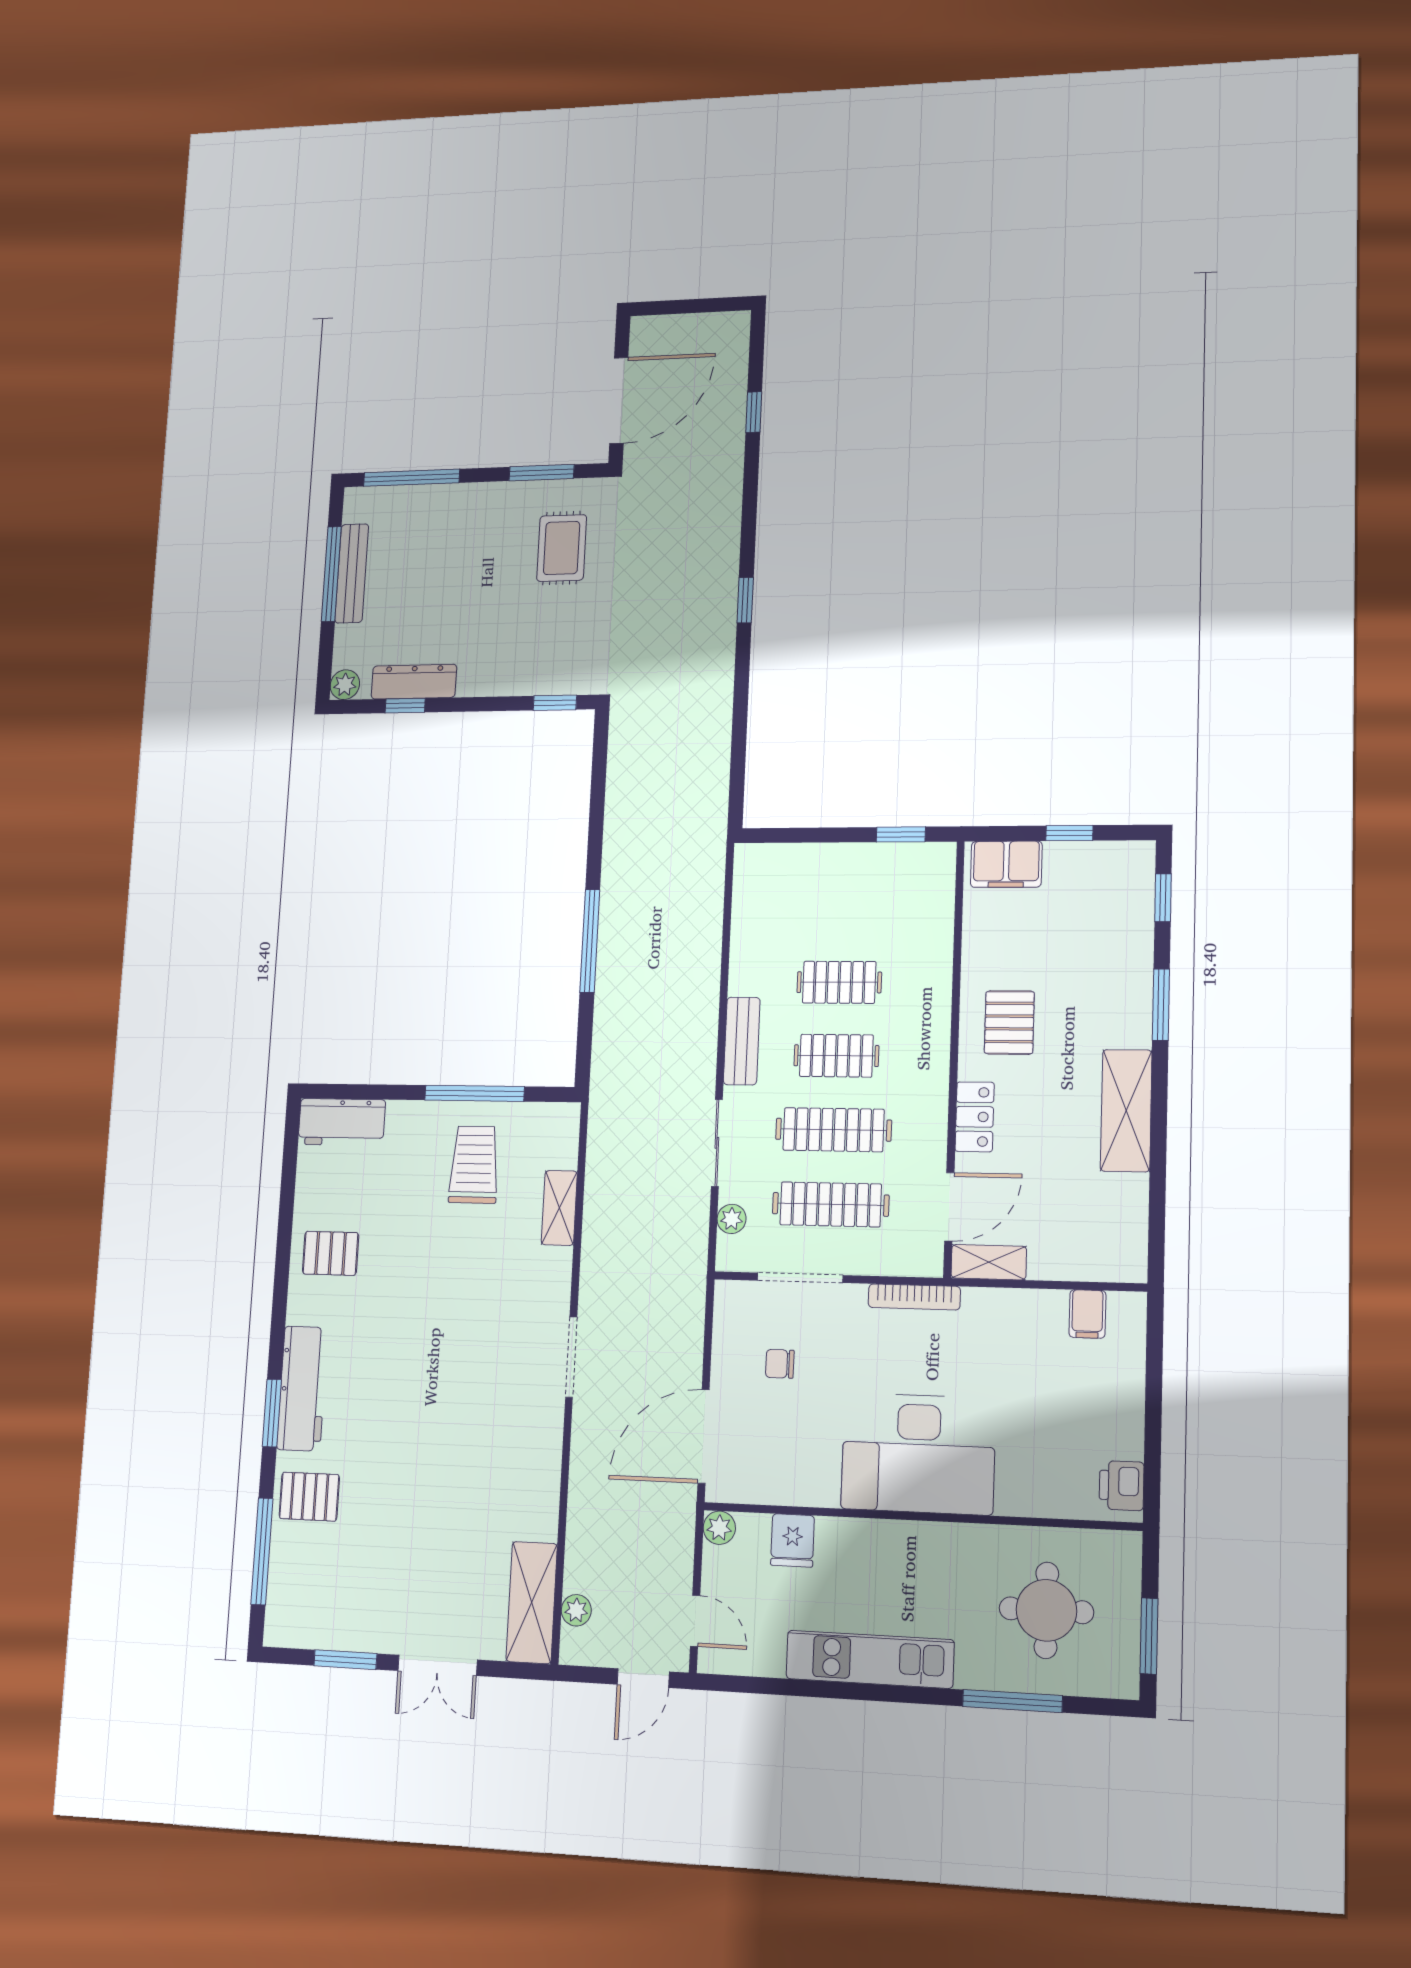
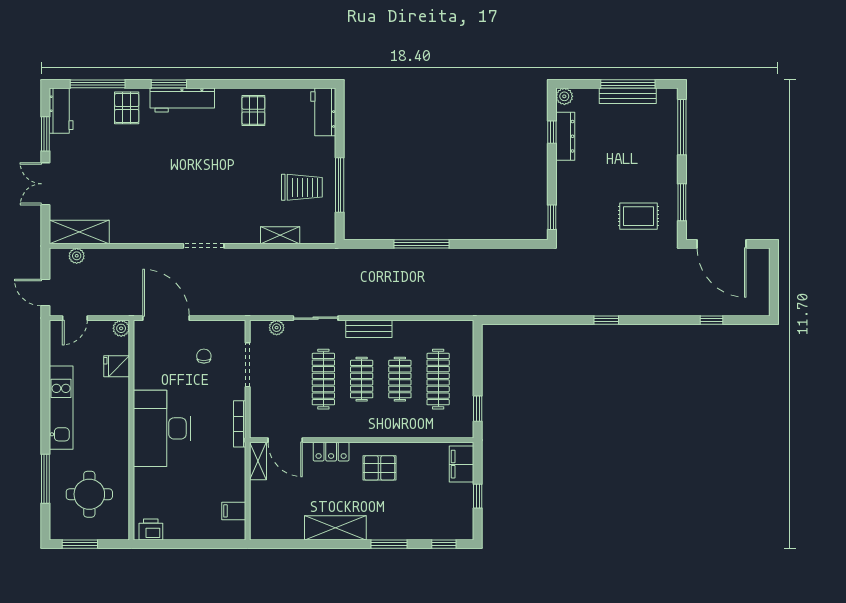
clothes rail: (831, 1204) -> (438, 379), moved
workbench: (305, 1626) -> (61, 111), added

